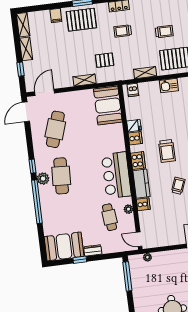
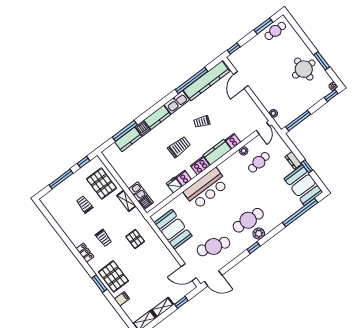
shelving: (85, 80) -> (160, 246), removed
kitchen sink: (169, 86) -> (138, 192), moved
booth: (108, 106) -> (173, 229), moved, turned 90
bar counter: (116, 175) -> (206, 188), moved
window: (37, 202) -> (300, 213), moved

